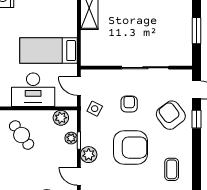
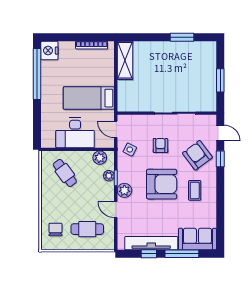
coffee table: (172, 169) -> (195, 190), moved

